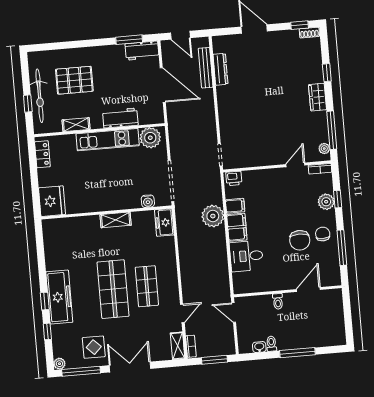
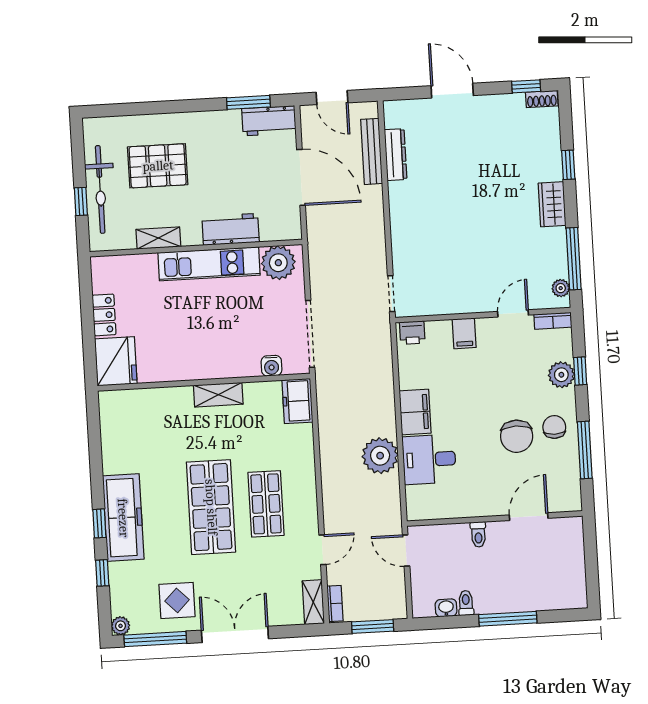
locker: (42, 154) -> (104, 315), moved
filing cabinet: (235, 206) -> (464, 333), moved, turned 90
plant: (213, 216) -> (380, 456), moved

